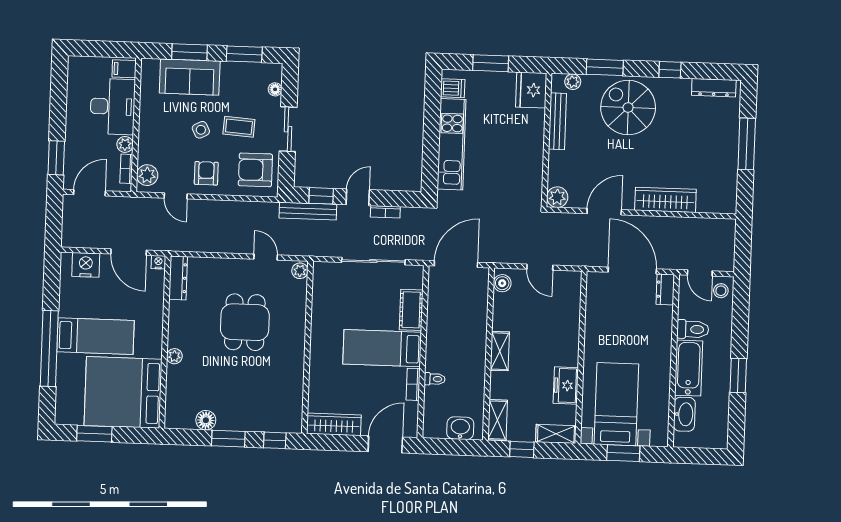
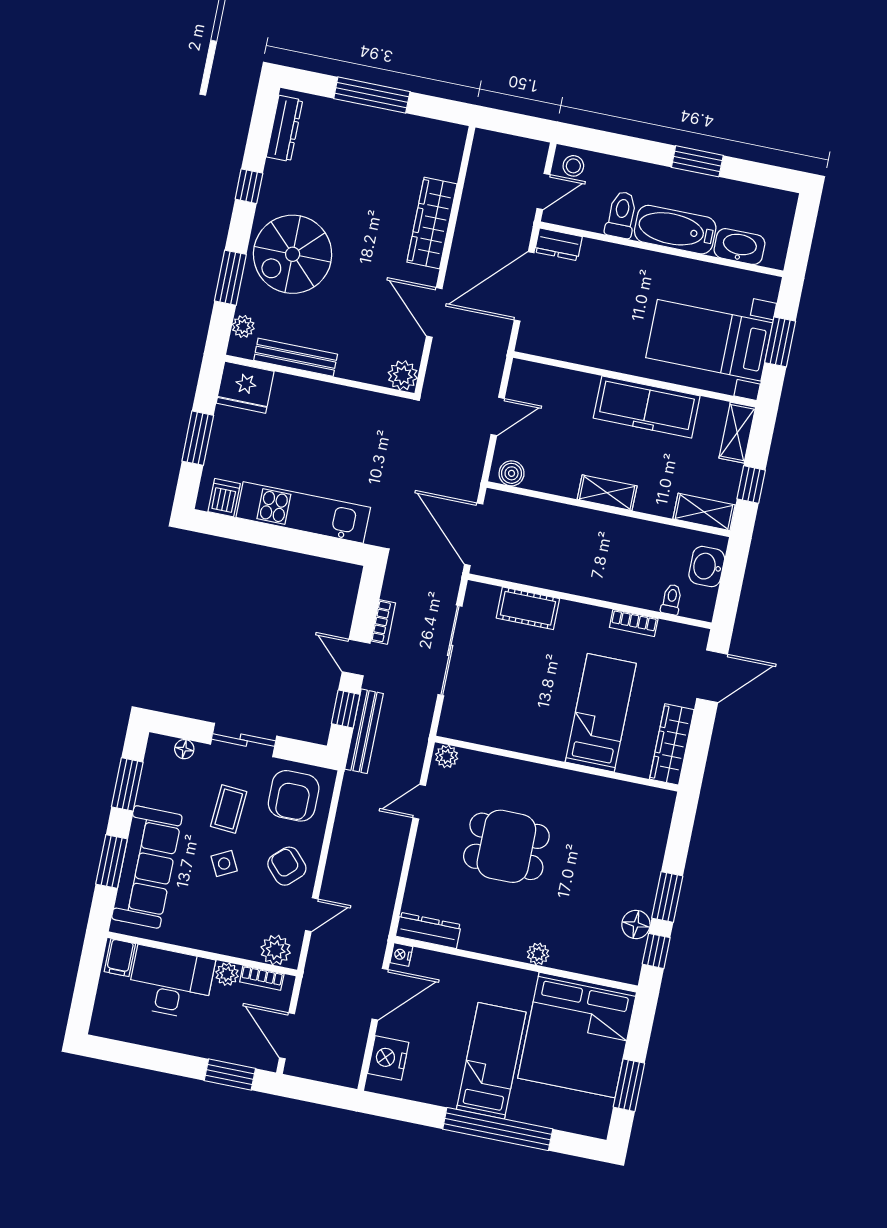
sofa: (190, 77) -> (147, 867), width x1.36
armchair: (206, 173) -> (287, 866), turned 47
bed: (382, 348) -> (601, 713), moved, turned 180
toilet: (435, 379) -> (672, 600), moved
freezer: (566, 385) -> (647, 407), width x1.91, depth x1.26
window: (275, 440) -> (656, 951), moved
door: (385, 444) -> (712, 676), swing flipped

